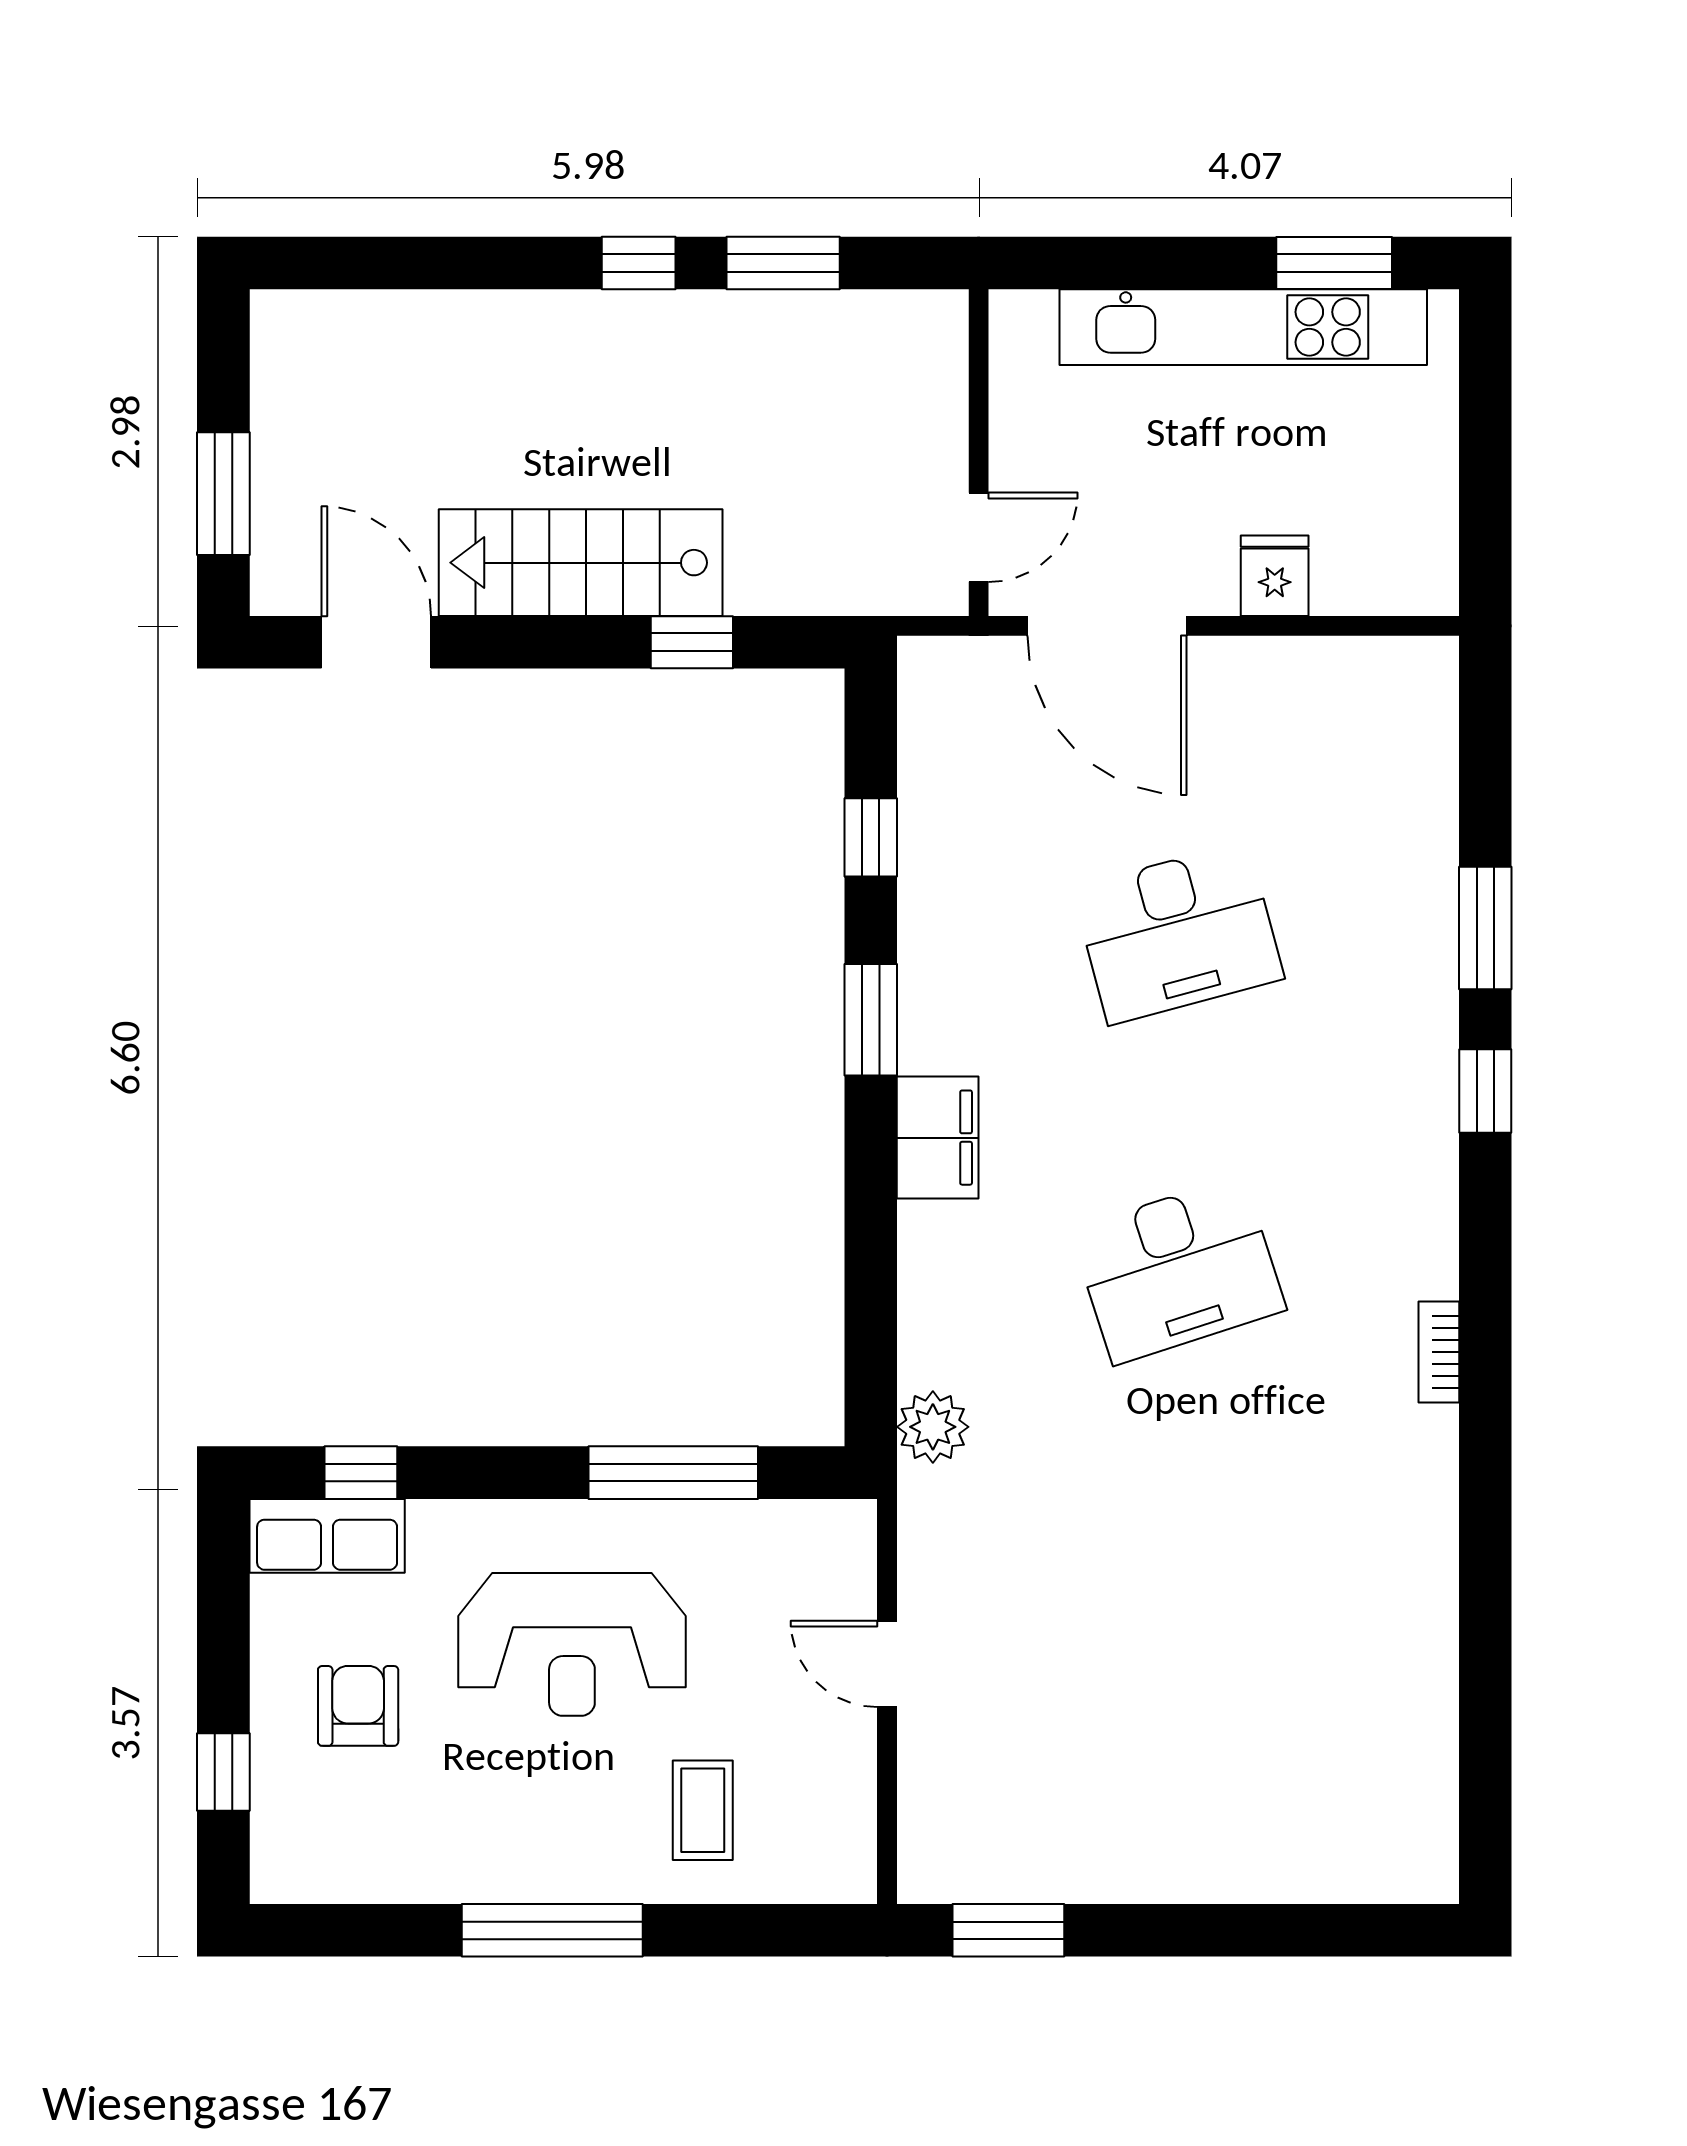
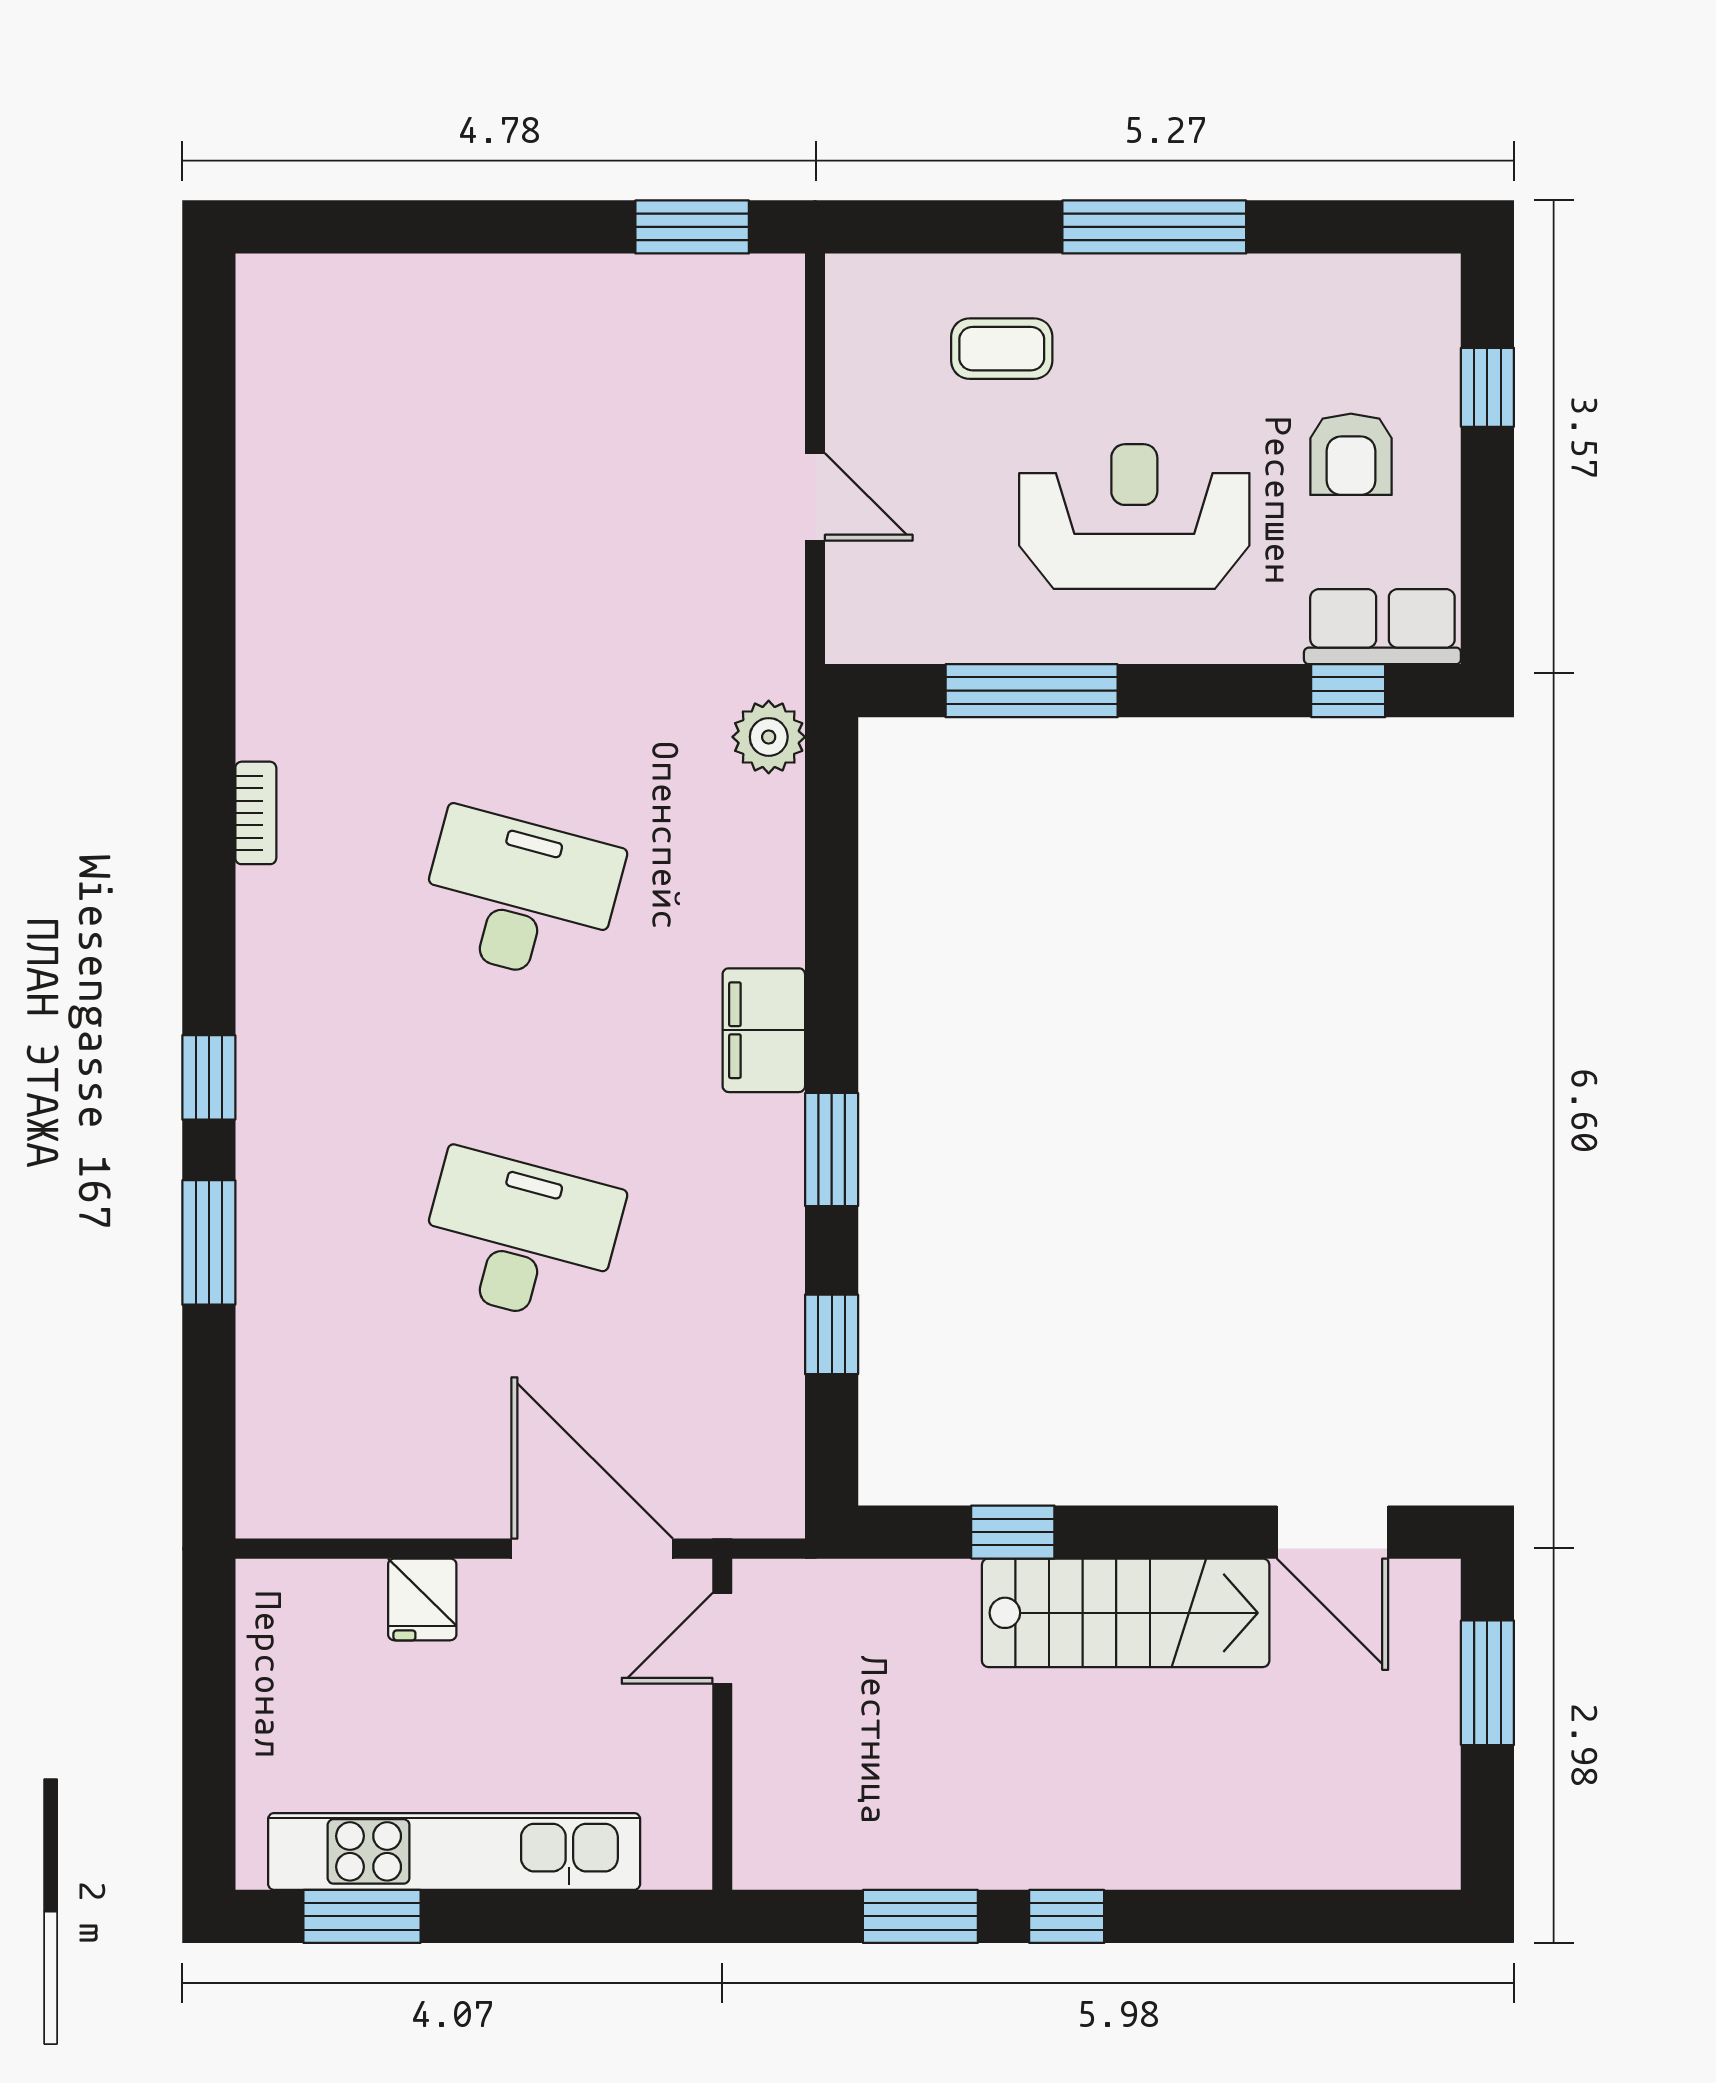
desk: (1178, 933) -> (520, 1237), turned 30
desk: (1178, 1270) -> (520, 896), turned 33
coffee table: (703, 1810) -> (1002, 349), turned 90

